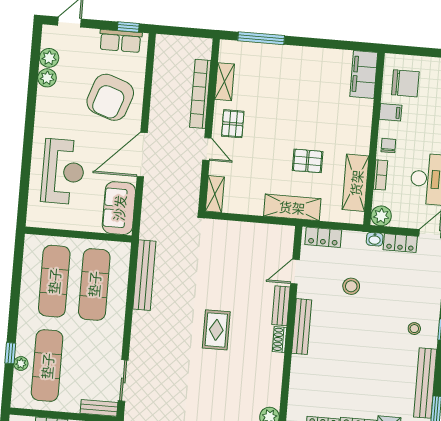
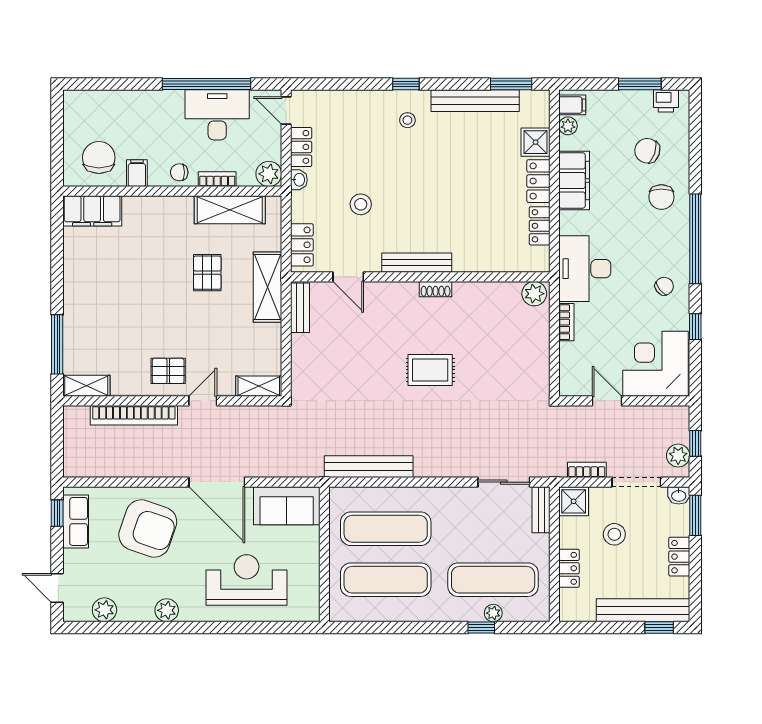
plant: (47, 78) -> (167, 610), moved
shelving: (225, 82) -> (86, 386), moved
bench: (281, 306) -> (300, 308), moved, turned 90

